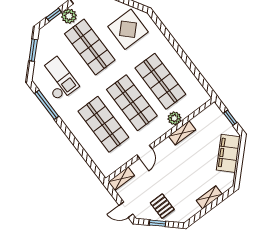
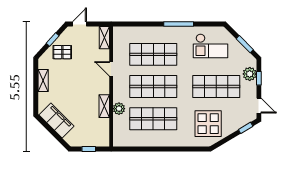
plant: (69, 16) -> (250, 74), moved
window: (47, 105) -> (179, 24), moved
filing cabinet: (228, 153) -> (57, 121), moved
shelving: (209, 197) -> (43, 80), moved

